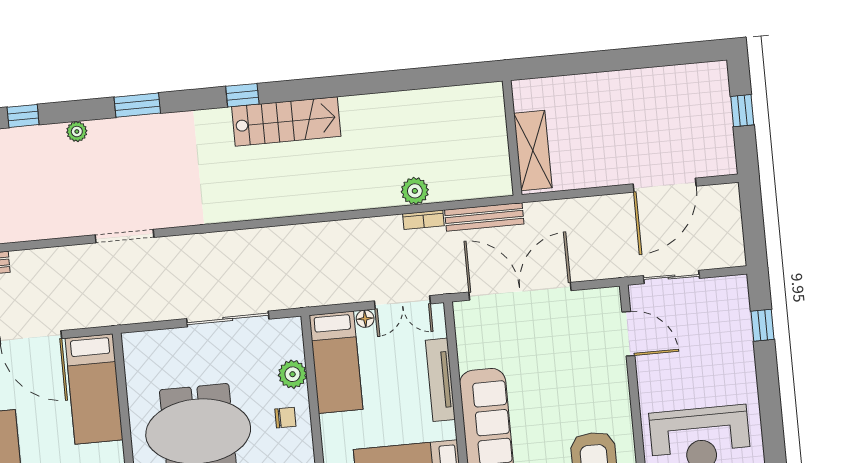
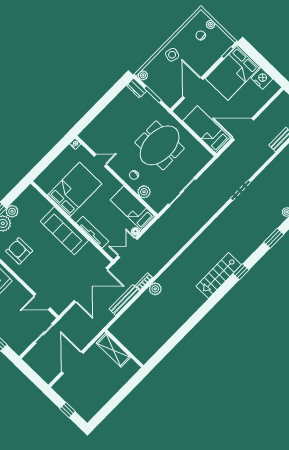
wall: (512, 138) -> (124, 349), moved
shelving: (533, 150) -> (113, 350), moved

